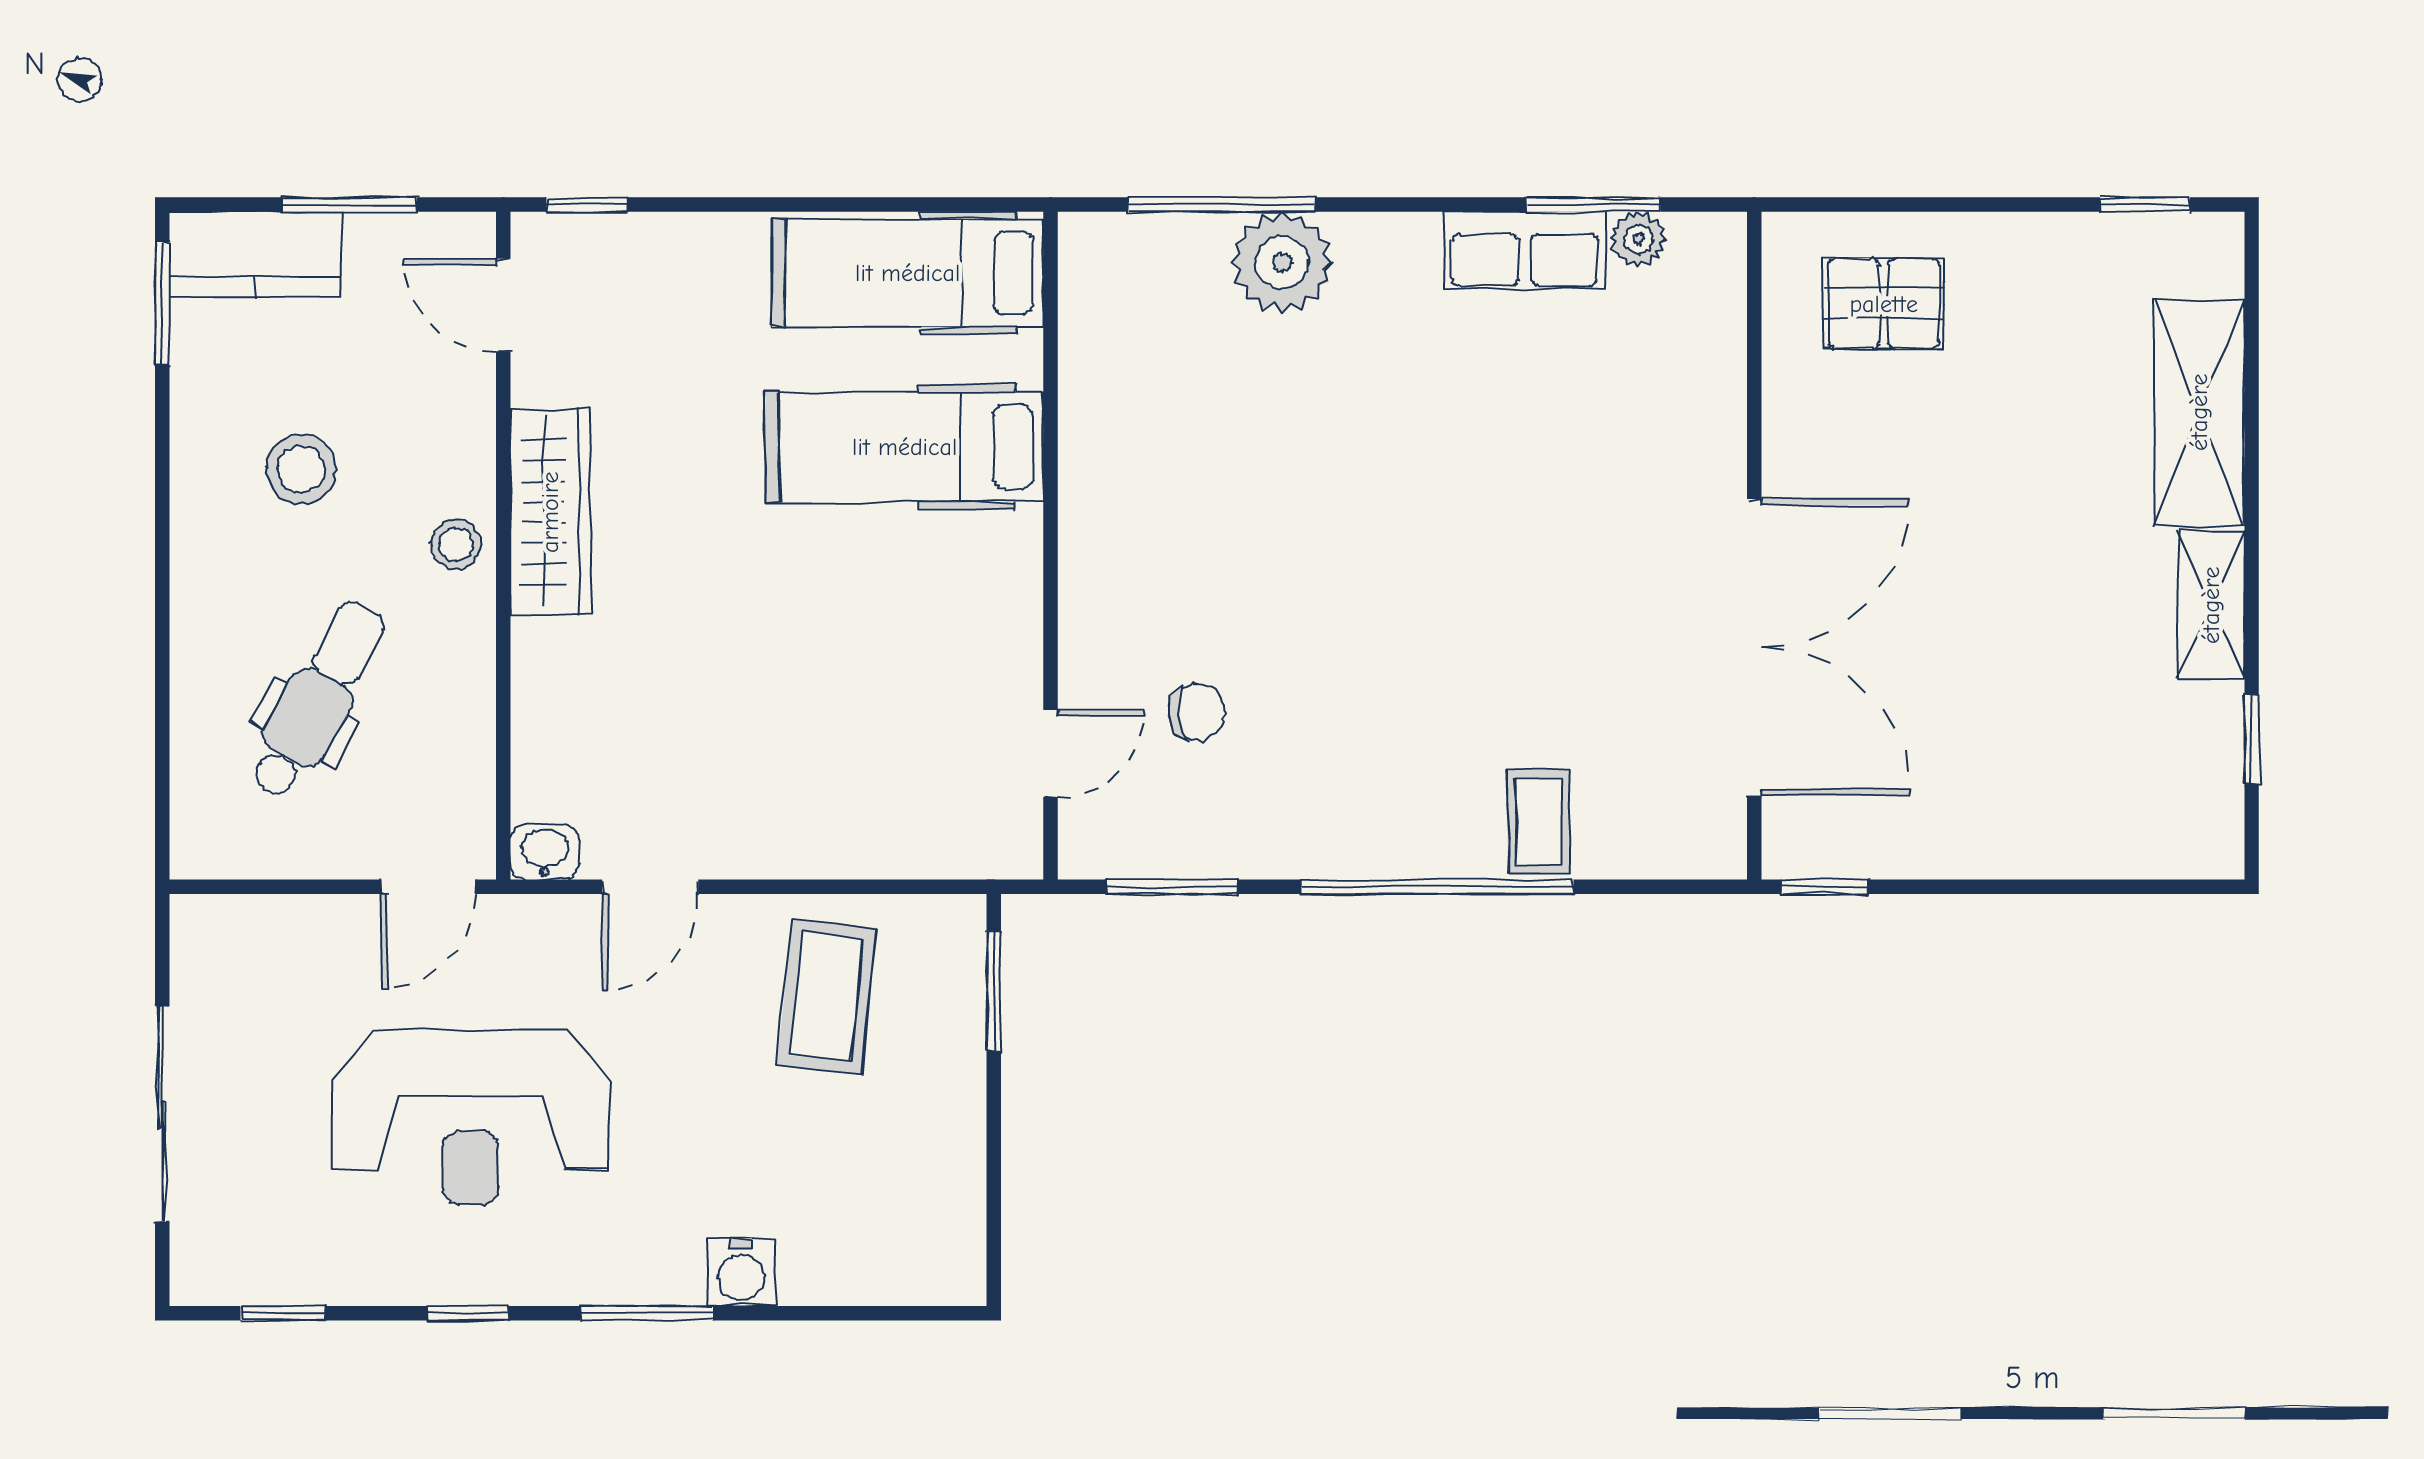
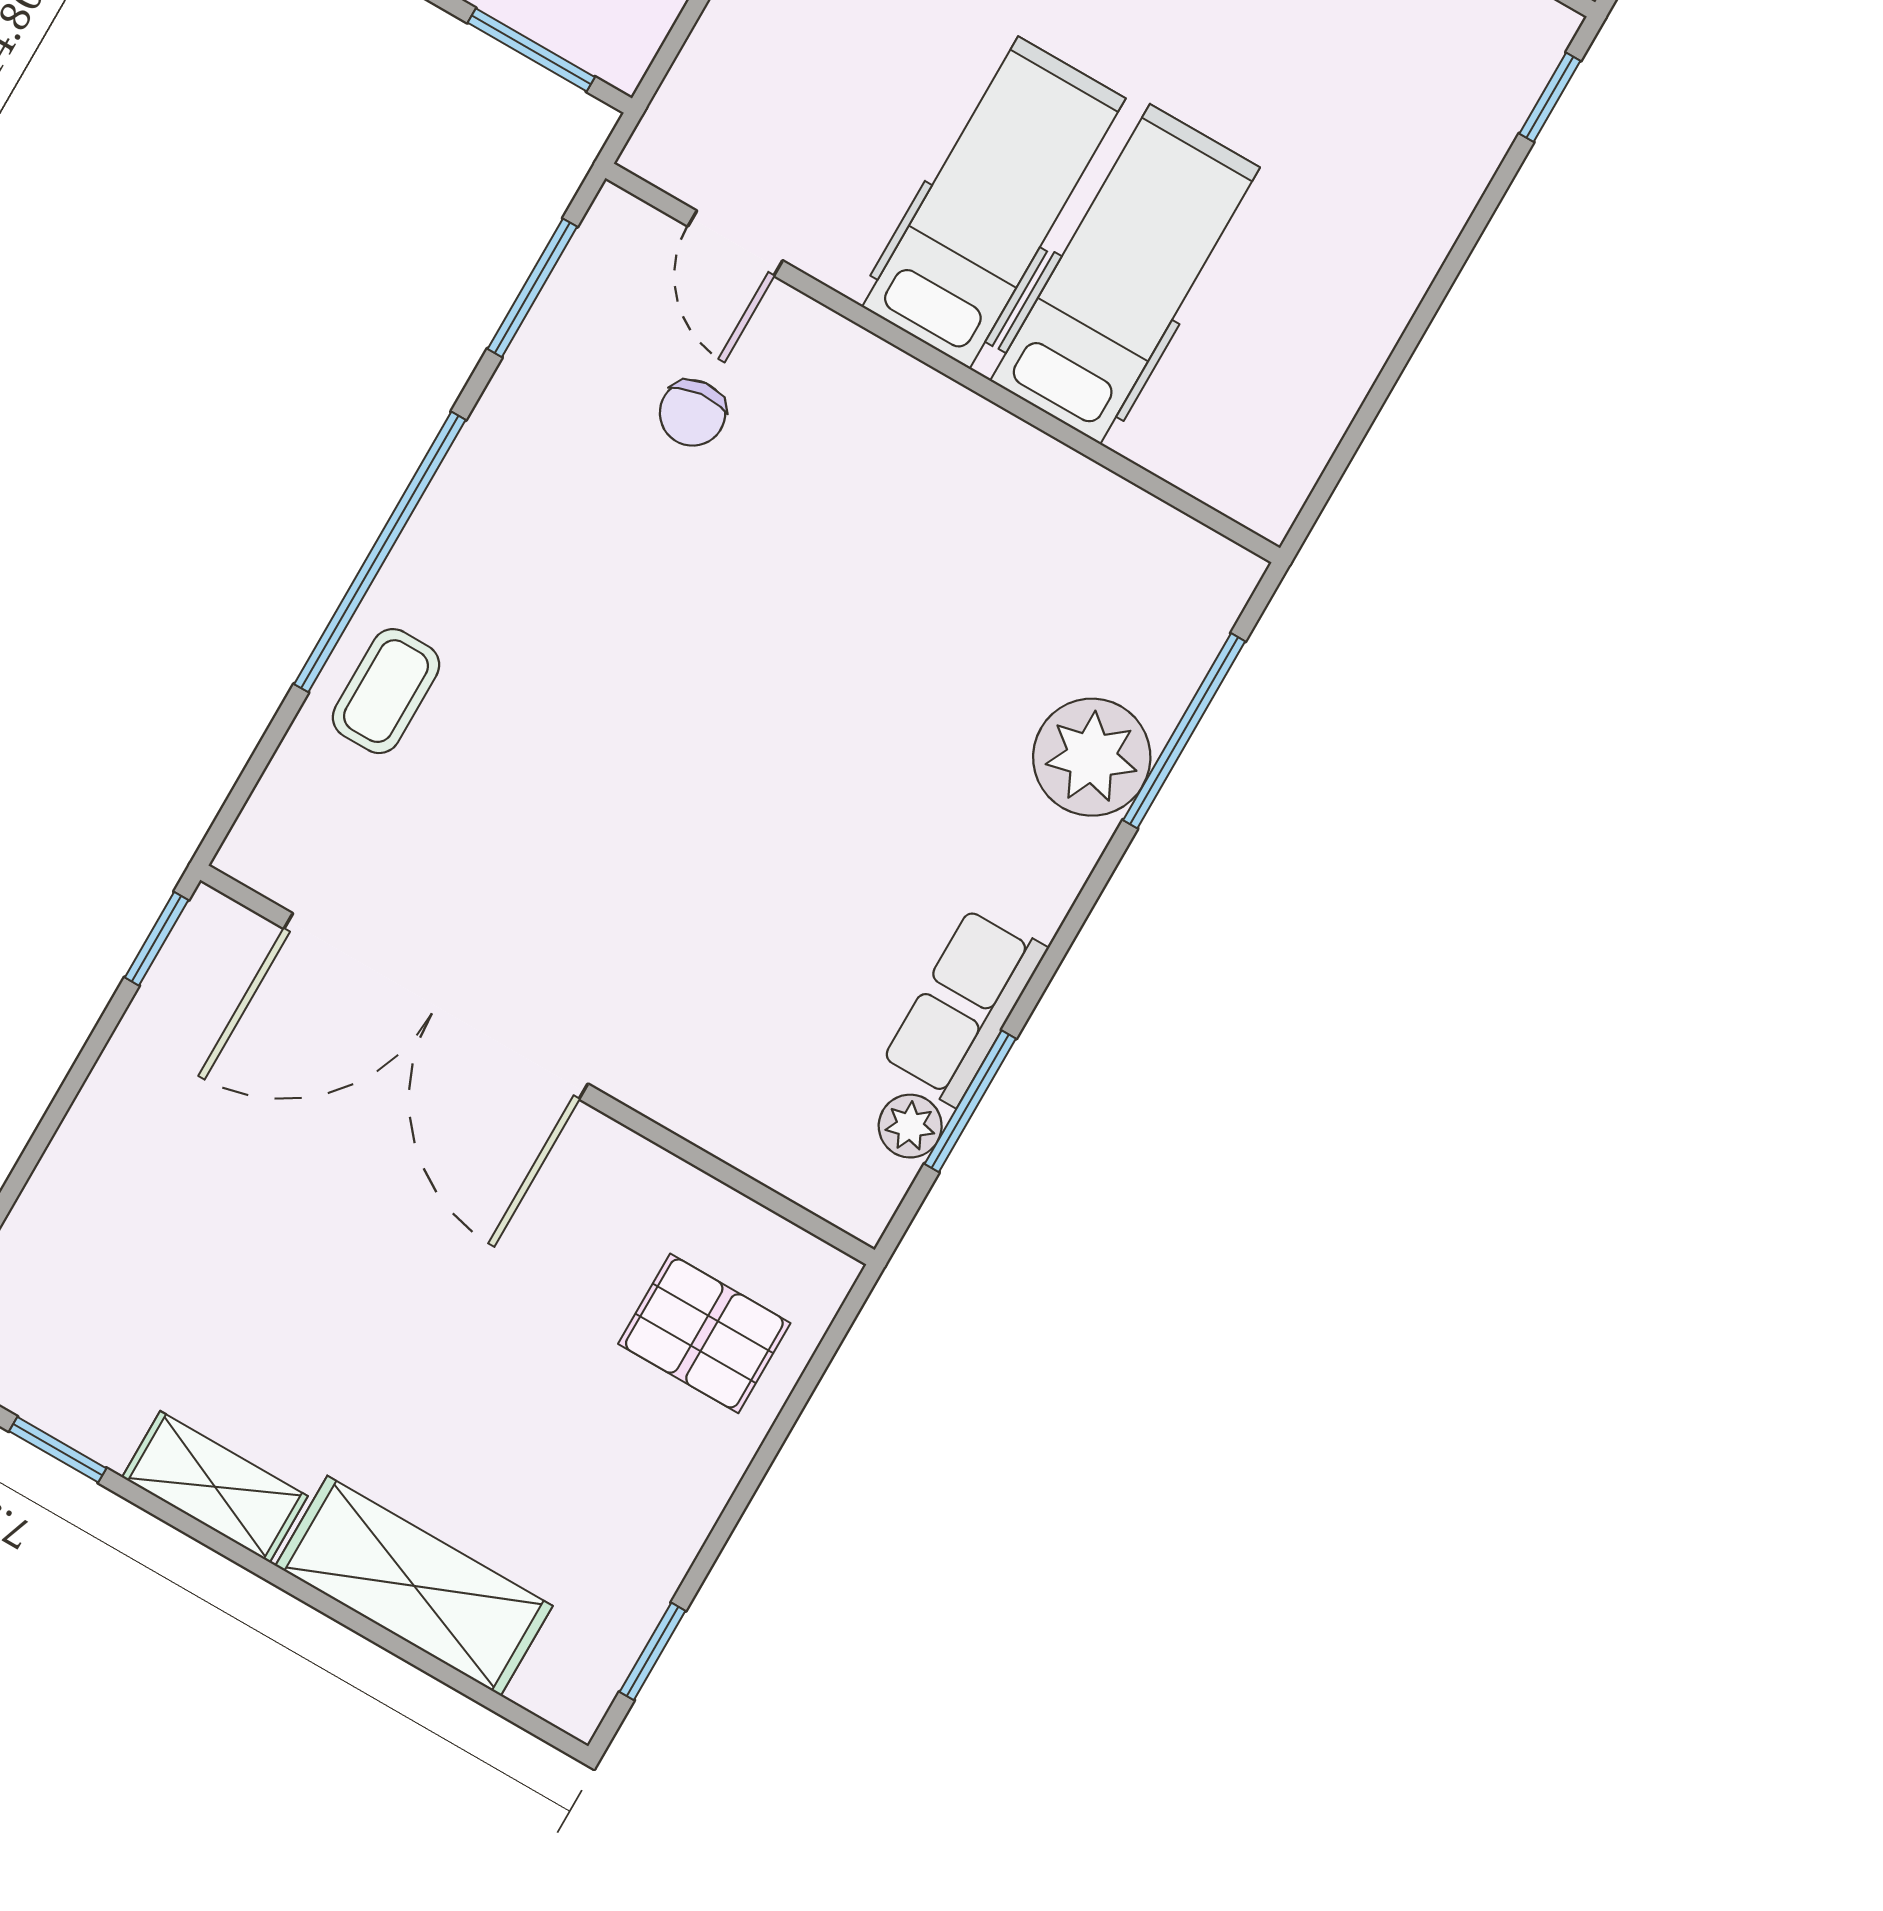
hospital bed: (908, 273) -> (994, 203), moved
pallet: (1884, 304) -> (704, 1333), turned 90
coffee table: (1539, 822) -> (386, 691), turned 90

